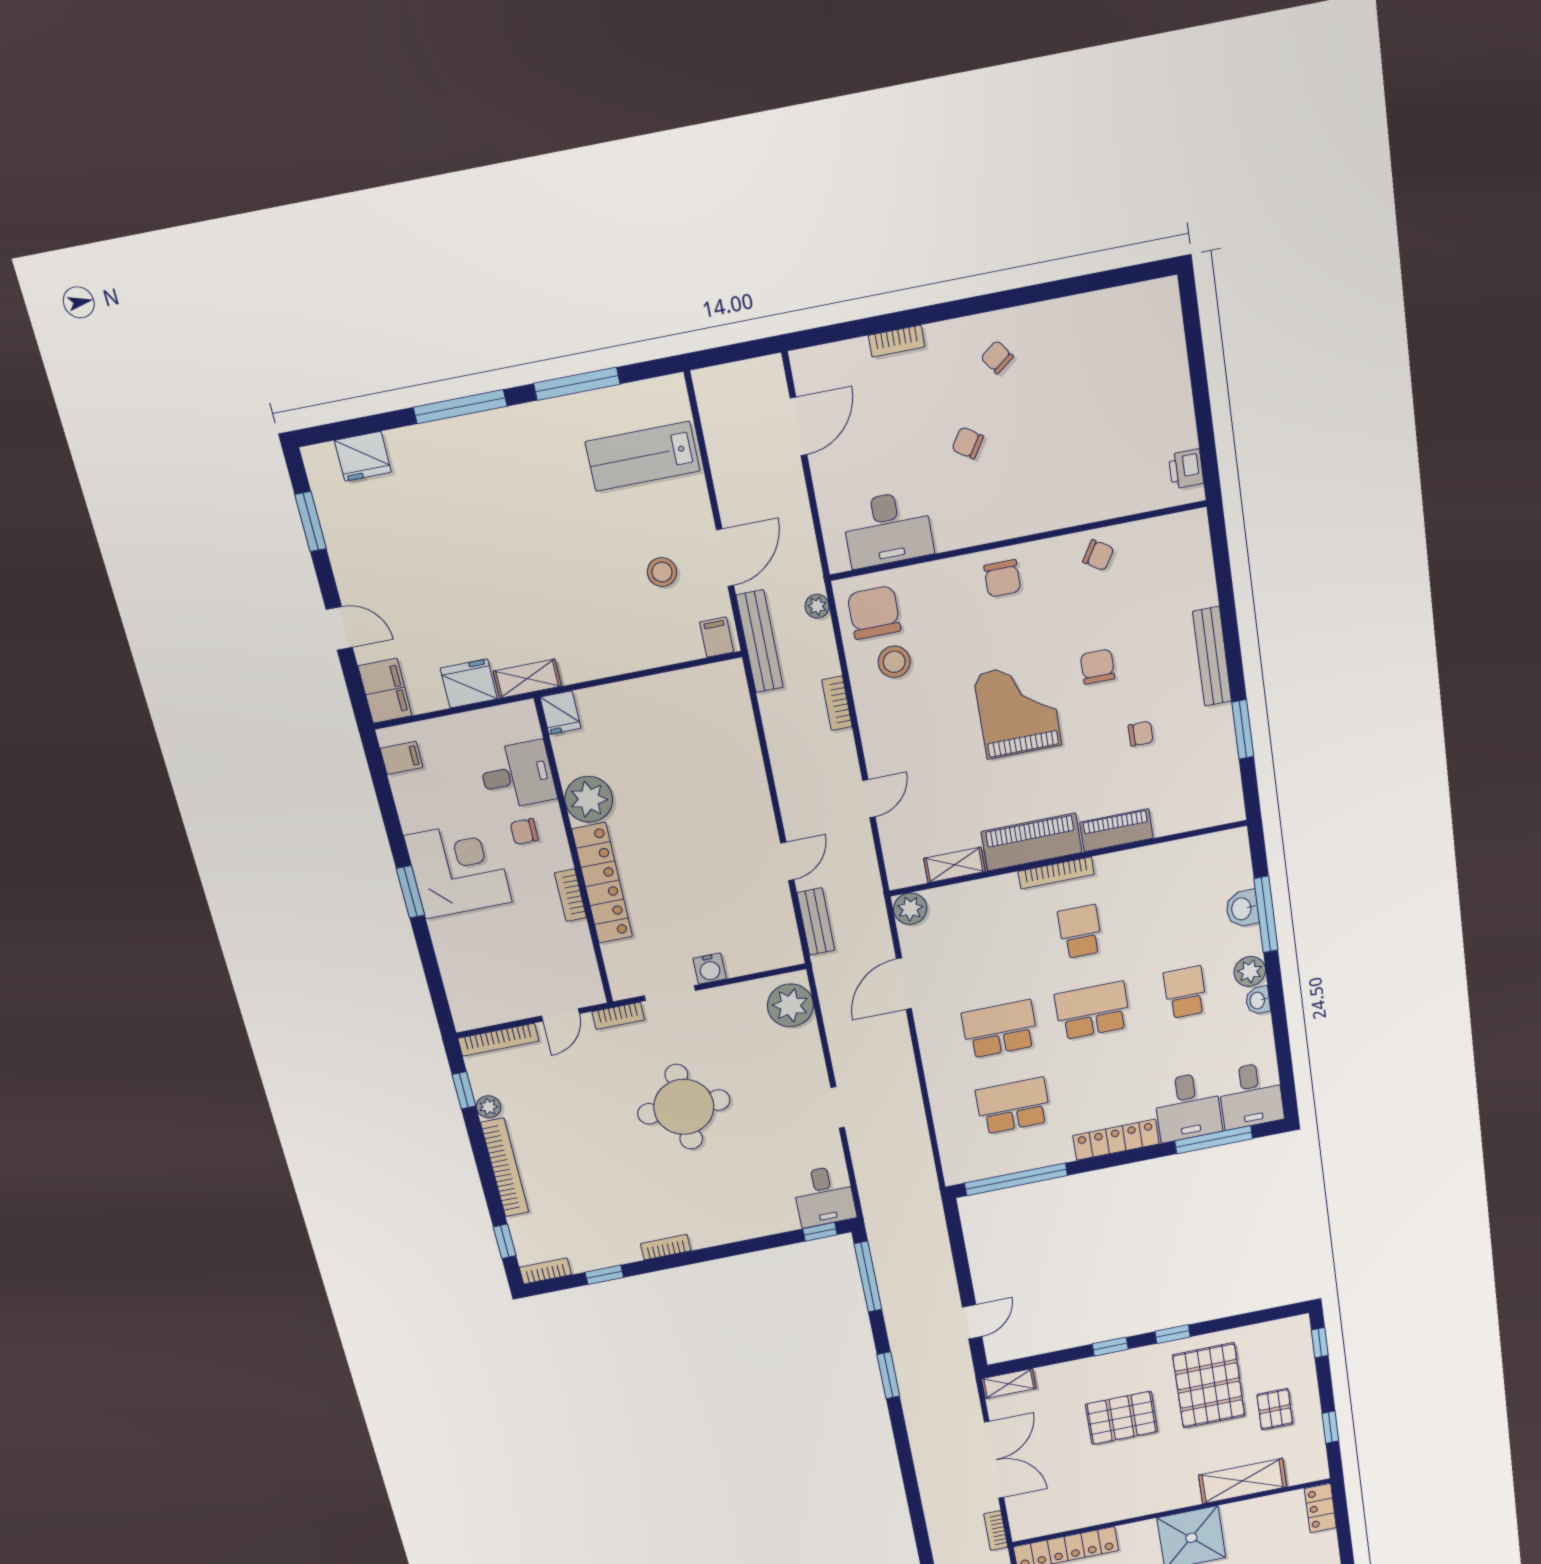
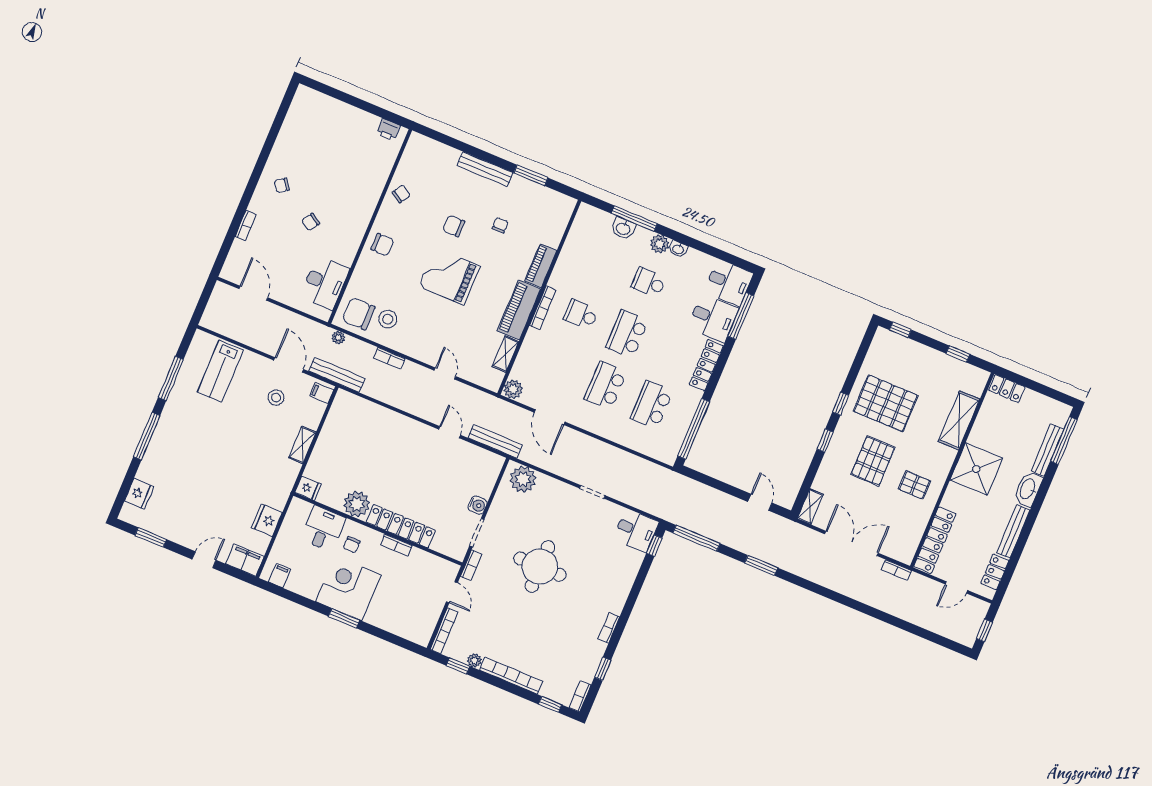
shelving: (527, 679) -> (302, 445), moved
bench: (816, 922) -> (495, 441), width x1.36
pallet: (1275, 1409) -> (914, 485), moved

